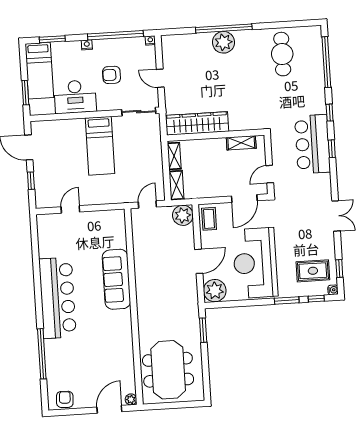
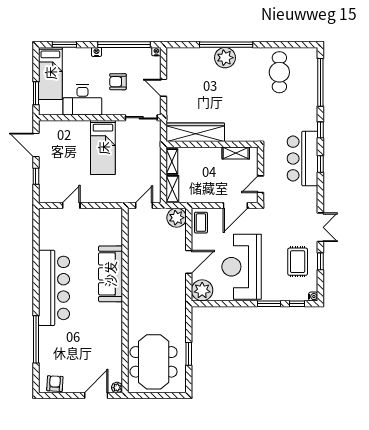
window: (339, 269) -> (320, 261), moved
rug: (313, 271) -> (298, 262), moved, turned 90
window: (203, 330) -> (189, 354), moved

